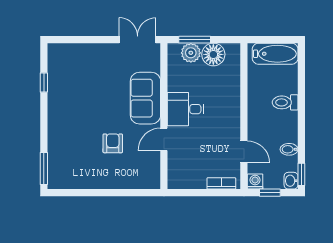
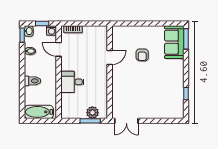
floor lamp: (213, 54) -> (78, 111), removed
sofa: (145, 98) -> (174, 42), moved, turned 180
desk: (186, 109) -> (72, 82), moved, turned 180

